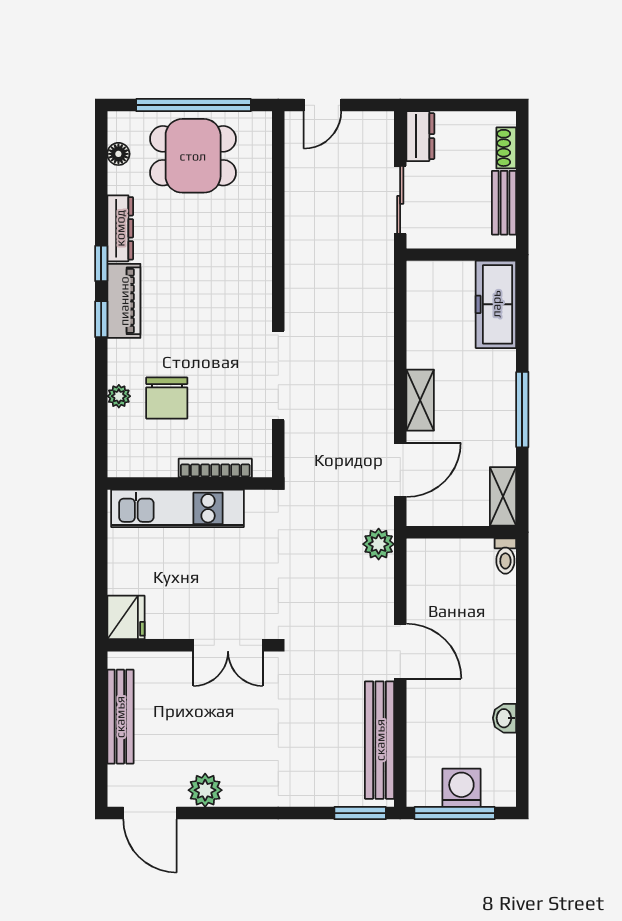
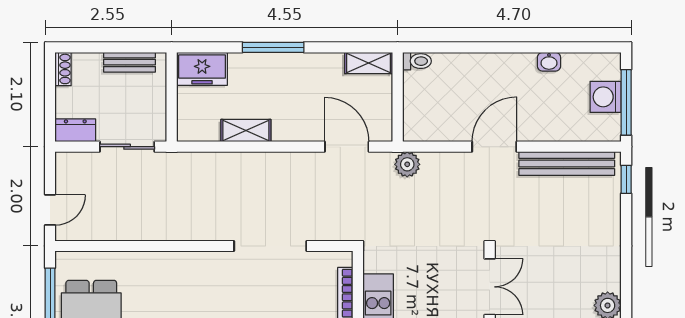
door: (322, 105) -> (50, 210), hinge flipped
shoe rack: (506, 148) -> (63, 69), moved, turned -90
freezer: (496, 304) -> (202, 69), width x0.71
shelving: (420, 400) -> (246, 130), moved
window: (522, 410) -> (273, 47), moved
window: (360, 813) -> (626, 179), width x0.67

